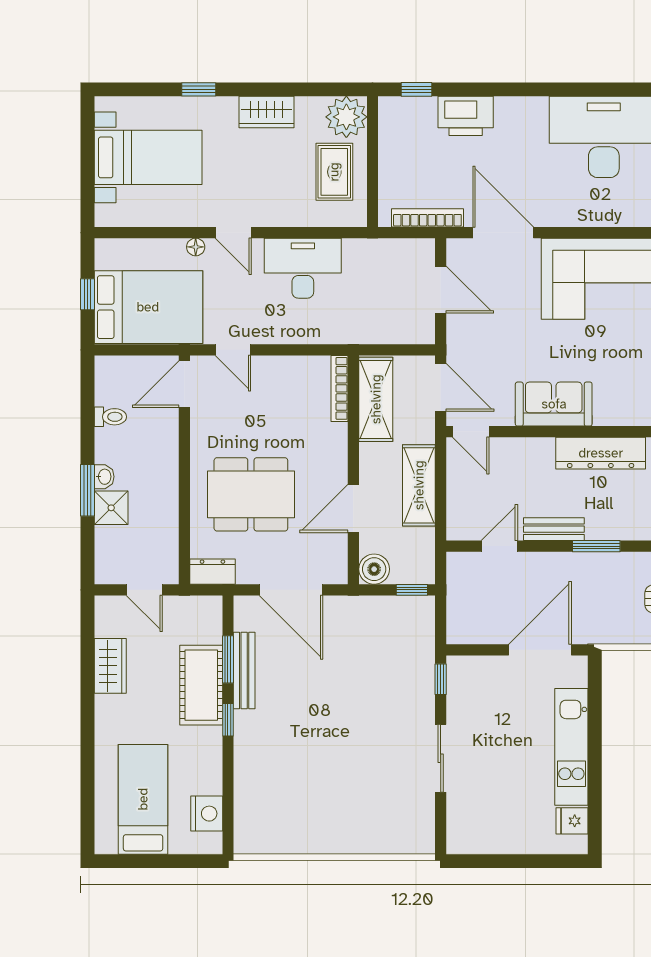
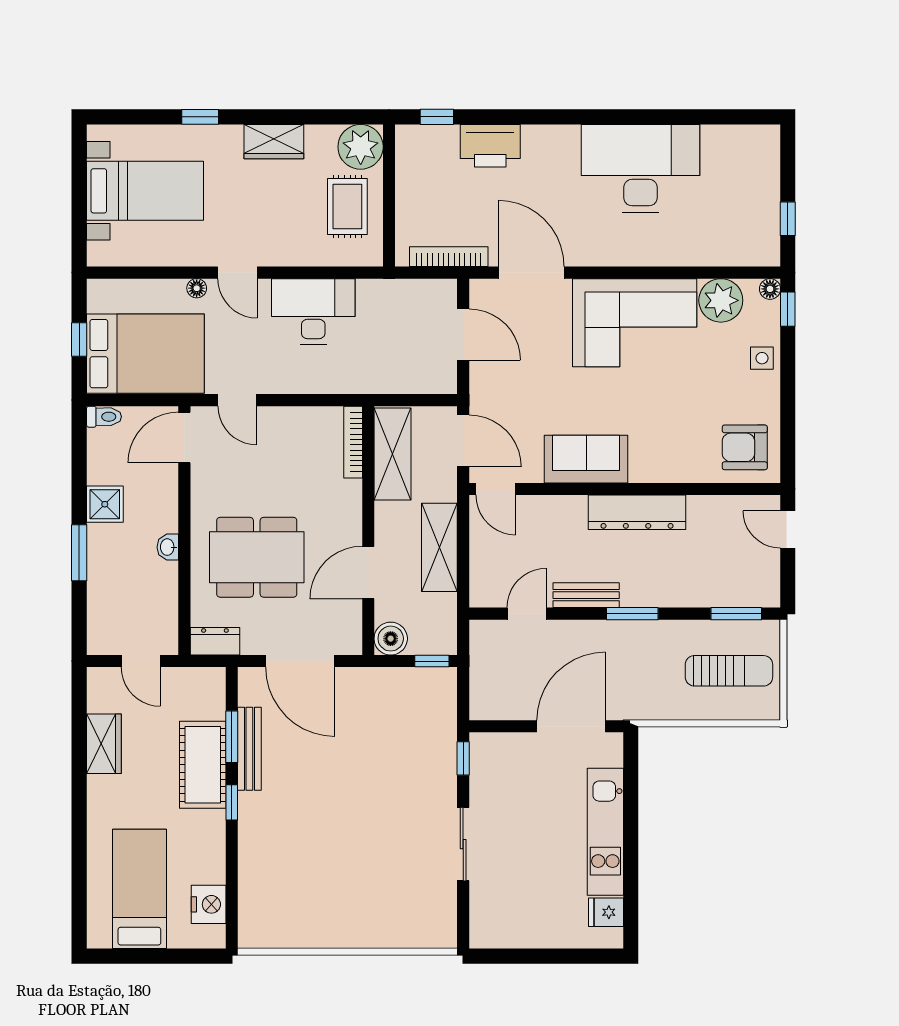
toilet: (110, 417) -> (104, 417), moved
washbasin: (104, 477) -> (168, 547), moved, turned 180
shower: (111, 508) -> (105, 504), moved

